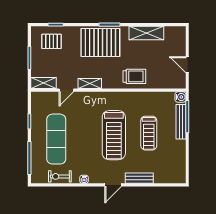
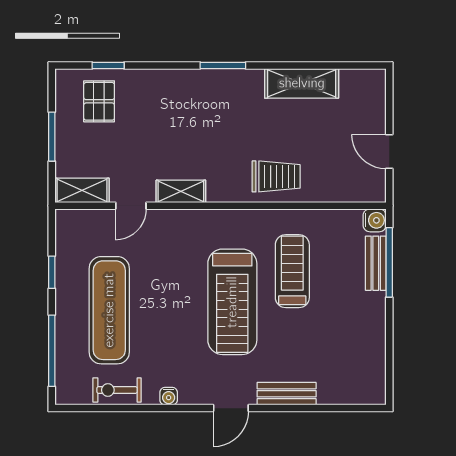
pallet: (52, 41) -> (99, 101), turned 90
pallet: (100, 42) -> (204, 104), removed
bench: (181, 122) -> (376, 263), width x0.73
treadmill: (149, 133) -> (292, 271), moved, turned 180

